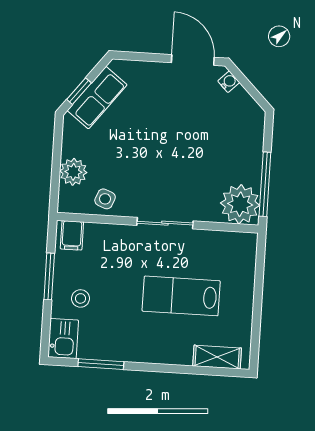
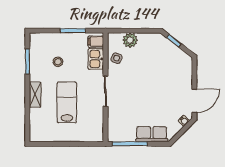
row of seats: (97, 98) -> (152, 134), moved, turned 142
plant: (240, 204) -> (118, 131), removed
stool: (81, 298) -> (58, 62), moved
kitchen sink: (63, 339) -> (96, 59), moved, turned 90
shelving: (217, 357) -> (35, 95), moved

